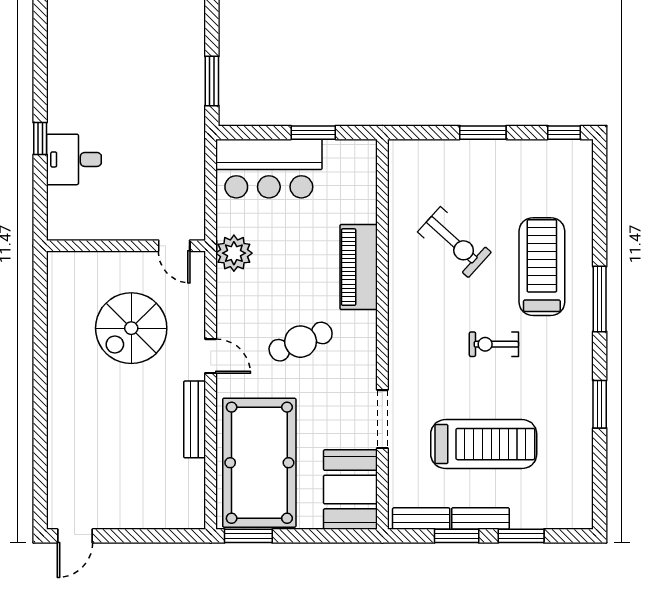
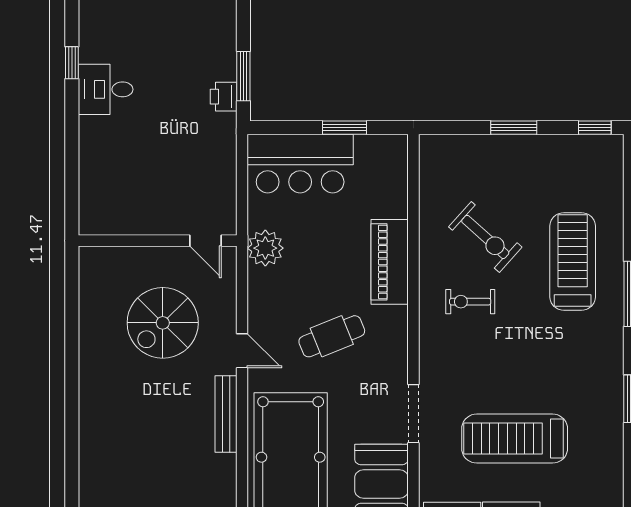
printer: (192, 101) -> (224, 97), added
window: (40, 139) -> (72, 63), moved
desk: (74, 159) -> (106, 89), moved
exercise bike: (494, 344) -> (470, 302), moved
treadmill: (484, 444) -> (515, 439), turned 180

